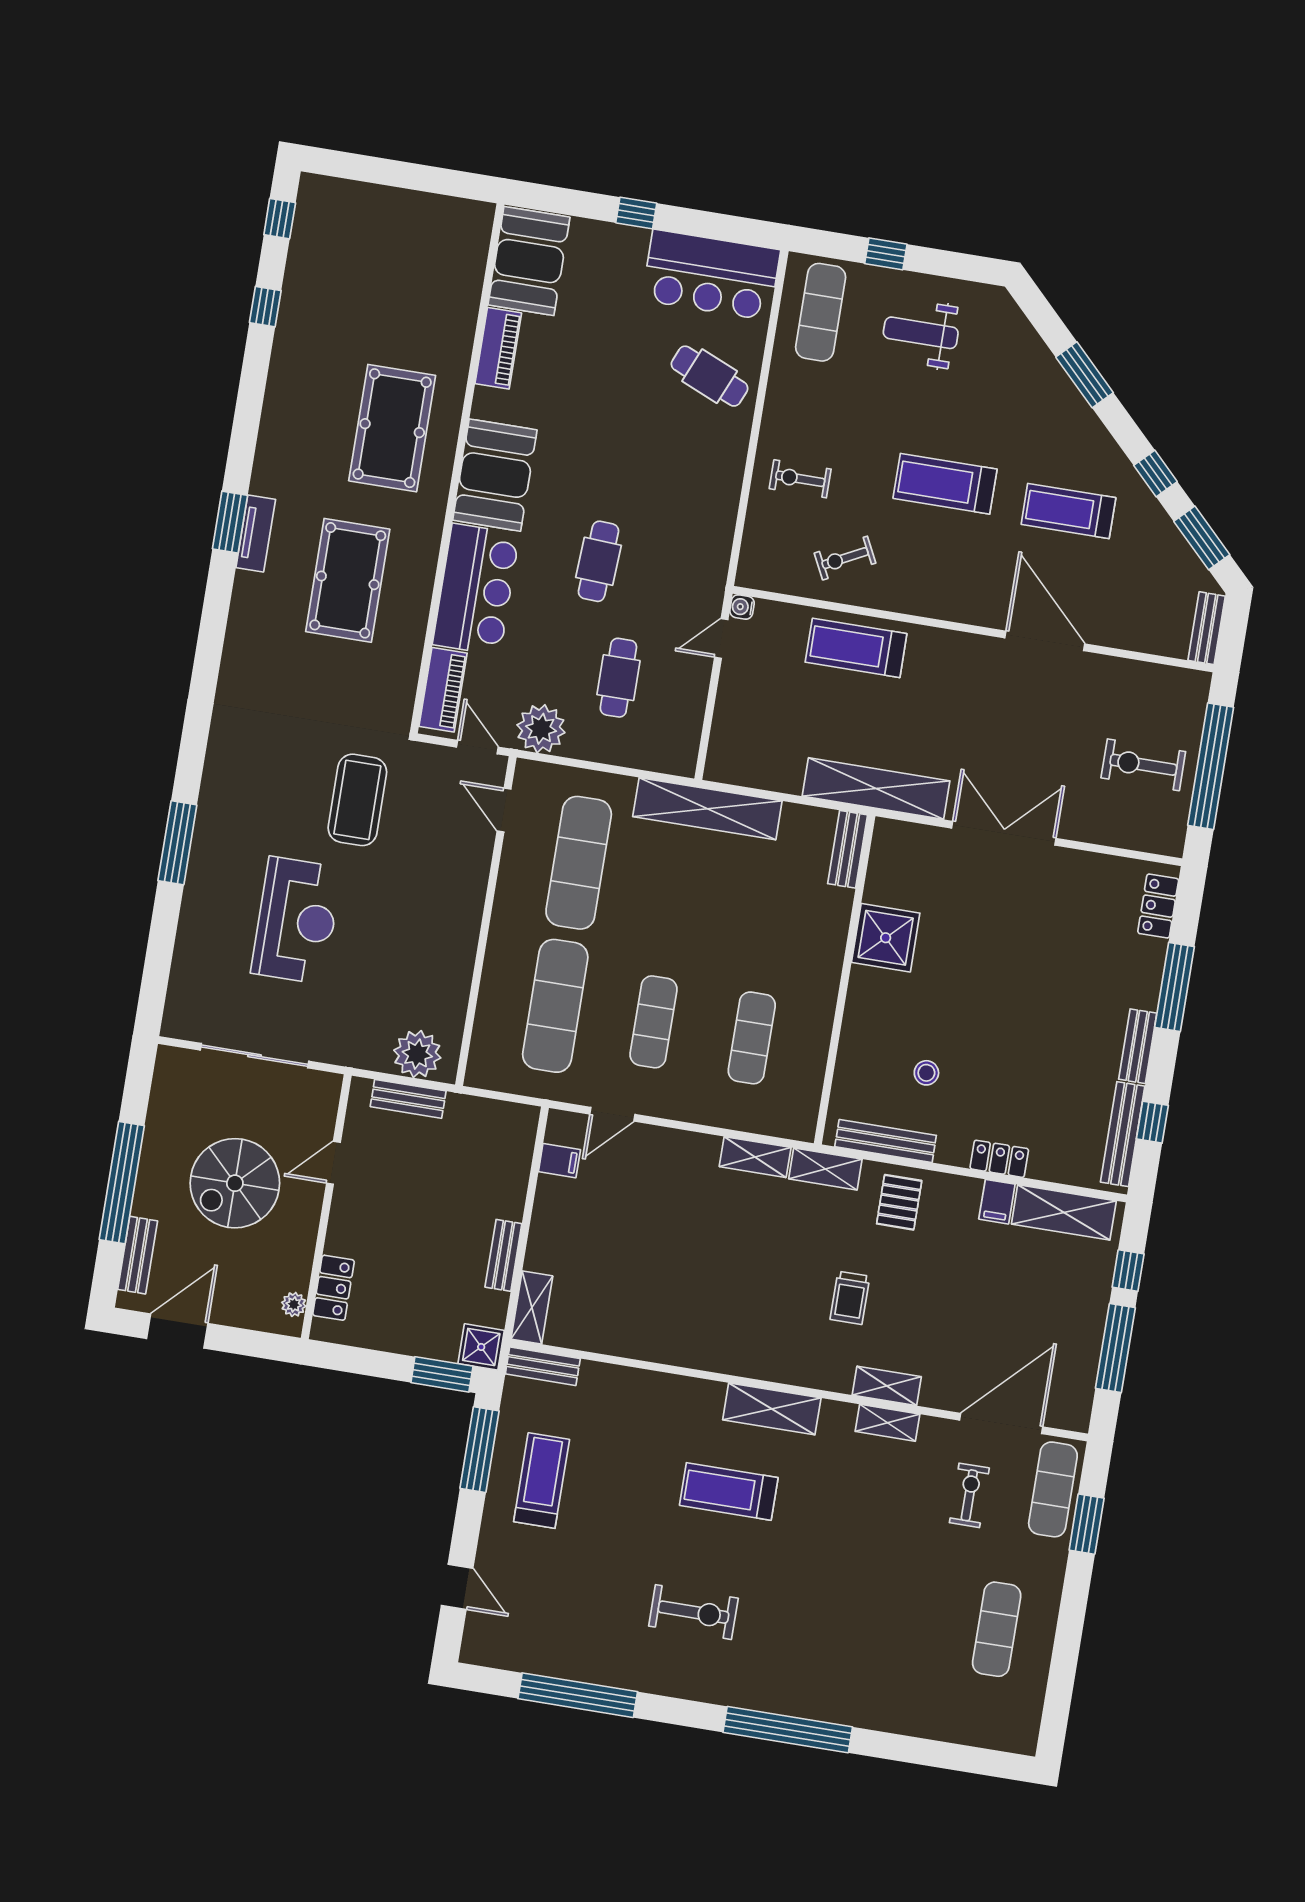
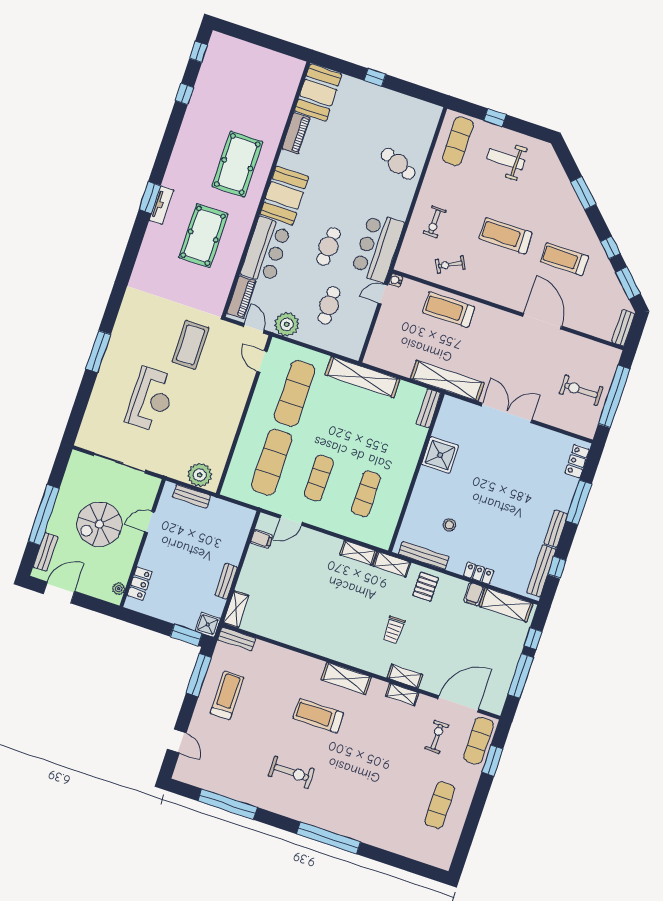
bar counter: (711, 275) -> (377, 248), moved, turned 90
exercise bike: (800, 479) -> (435, 222), turned -90

